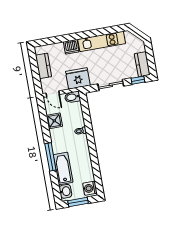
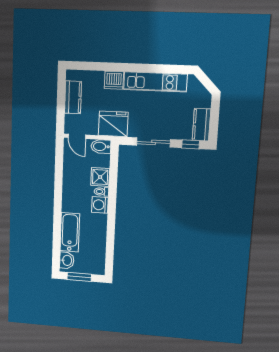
shower: (54, 121) -> (100, 177), moved
window: (50, 157) -> (57, 214), removed
washing machine: (90, 188) -> (100, 205), moved

